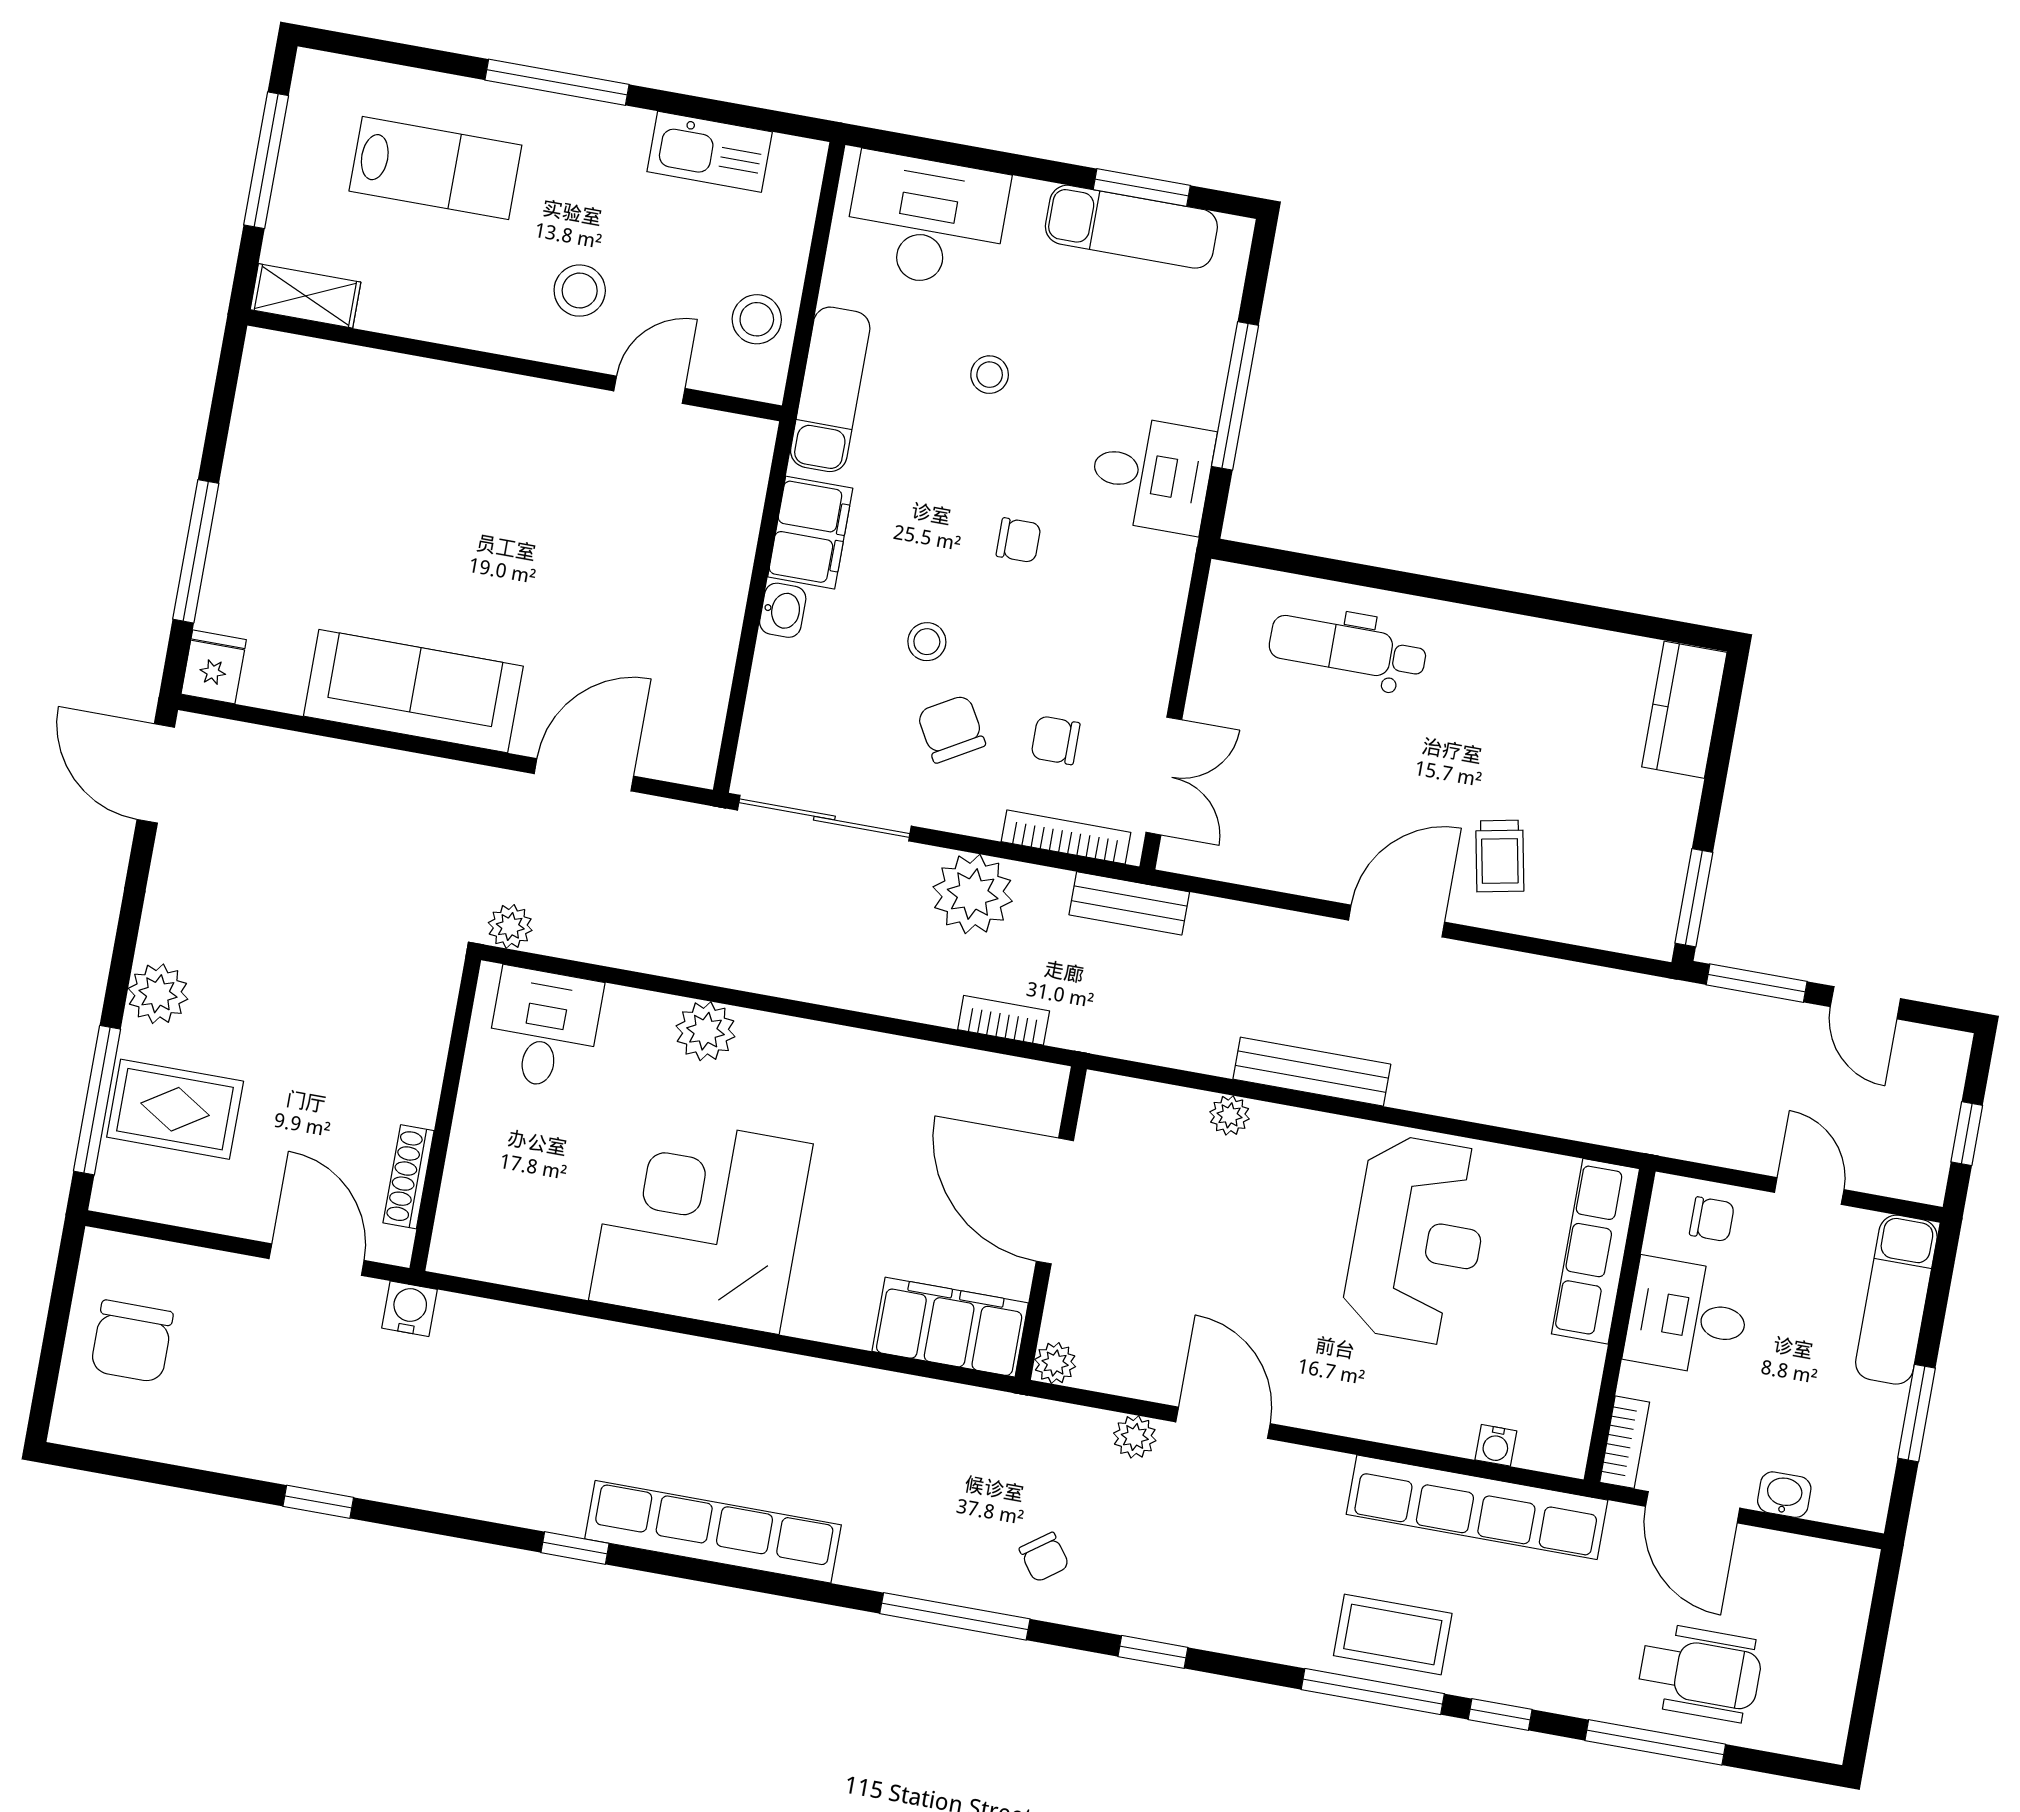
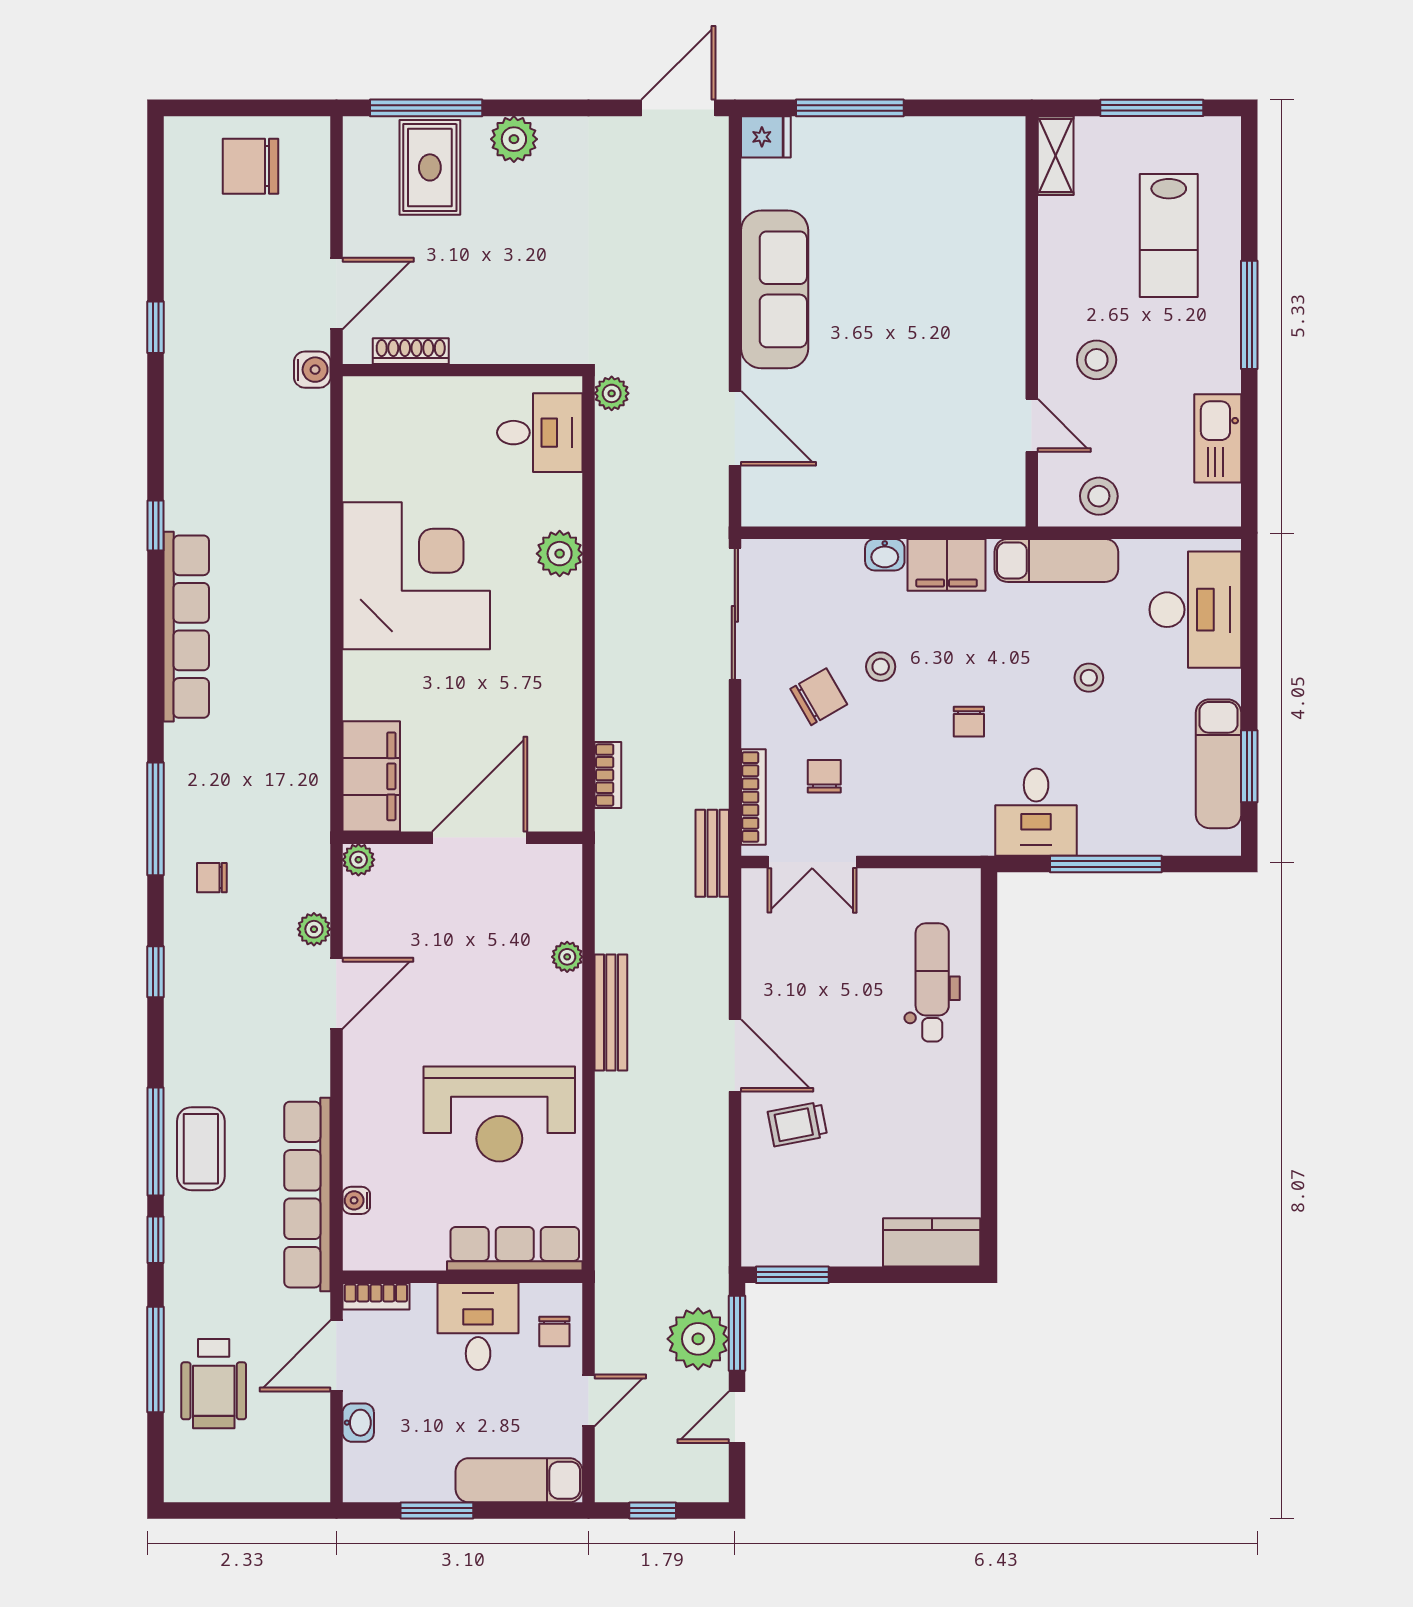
plant: (973, 894) -> (698, 1339), moved
chair: (1044, 1557) -> (212, 878), turned 36

